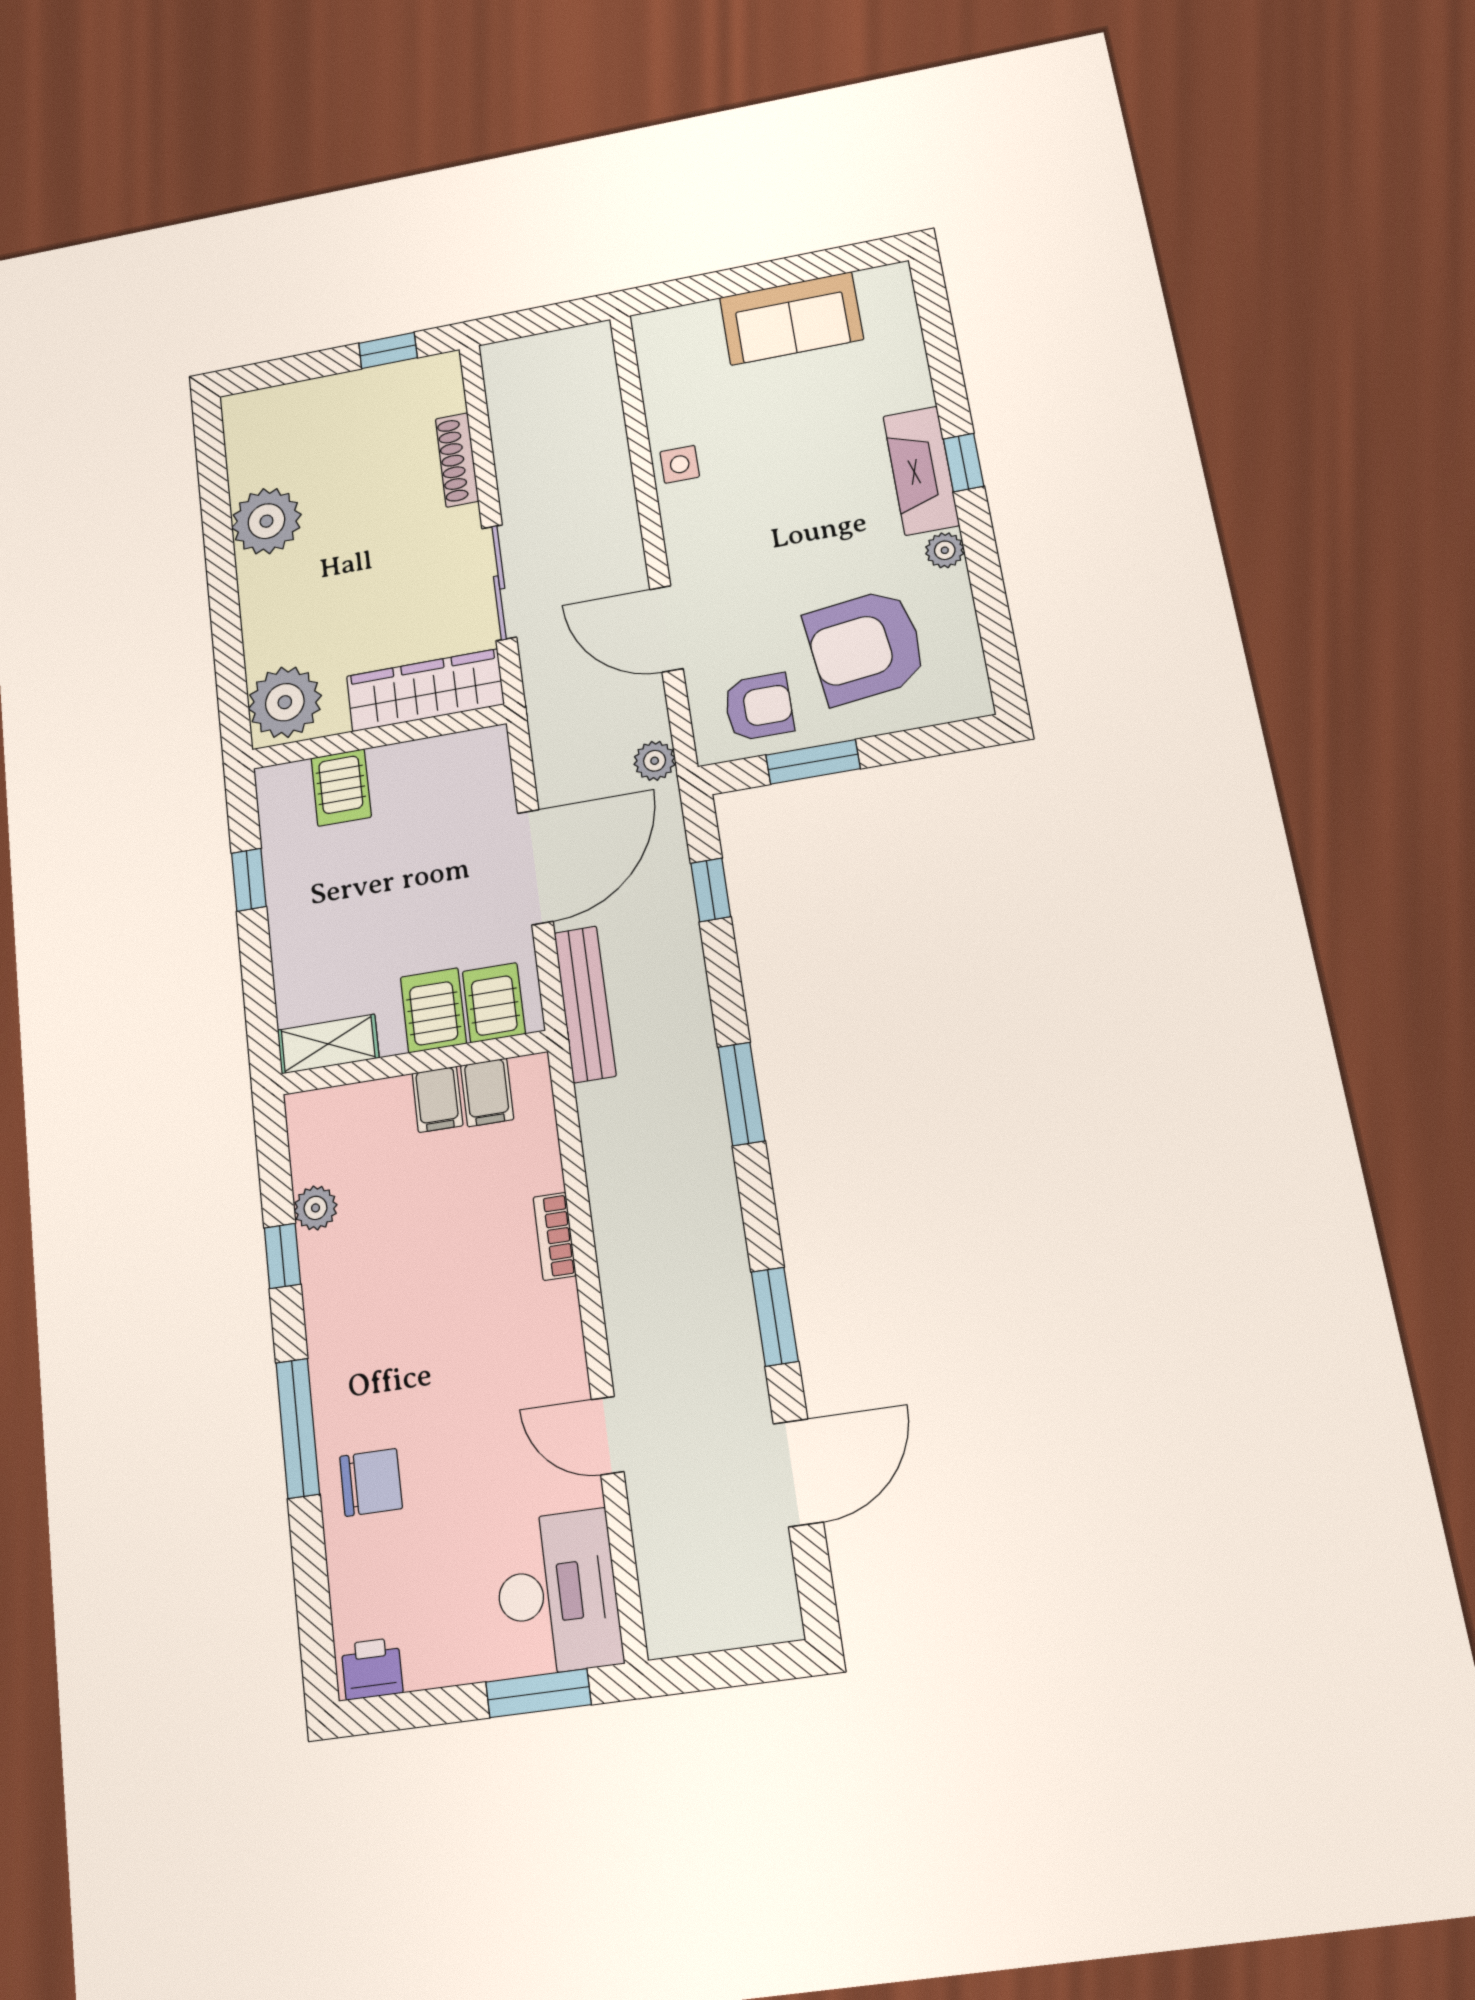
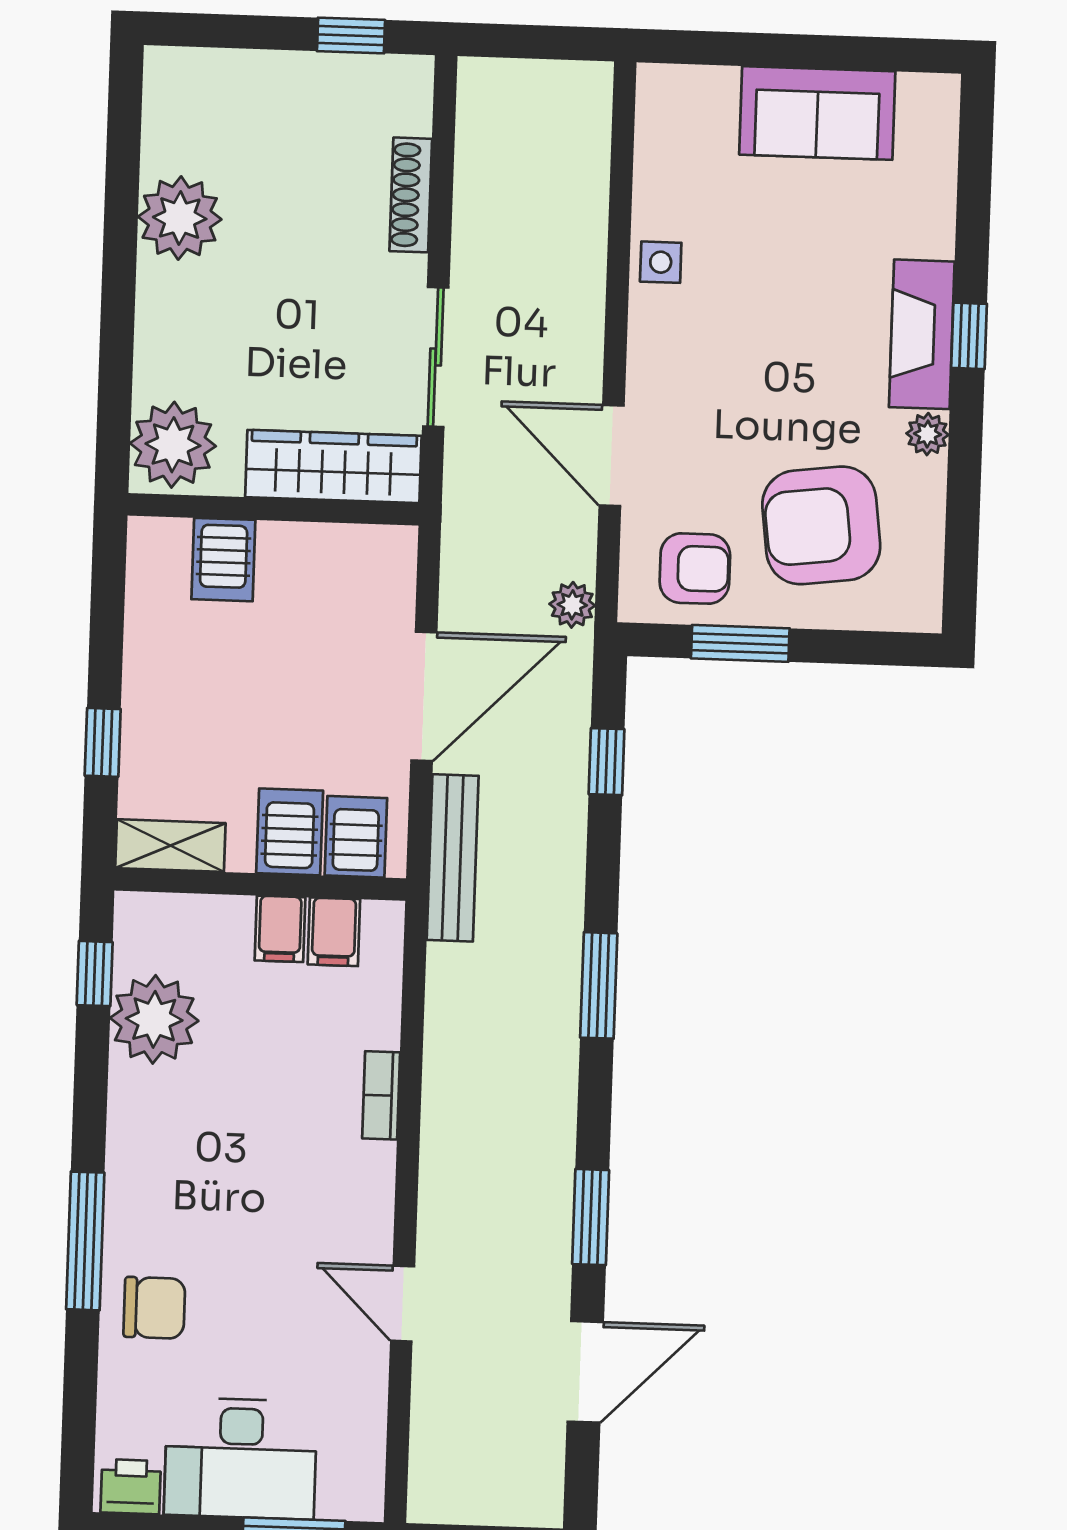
window: (249, 880) -> (103, 742), moved
plant: (315, 1208) -> (154, 1019), width x1.88, depth x1.88
window: (282, 1256) -> (95, 974), moved
desk: (557, 1593) -> (241, 1458), moved, turned 90

